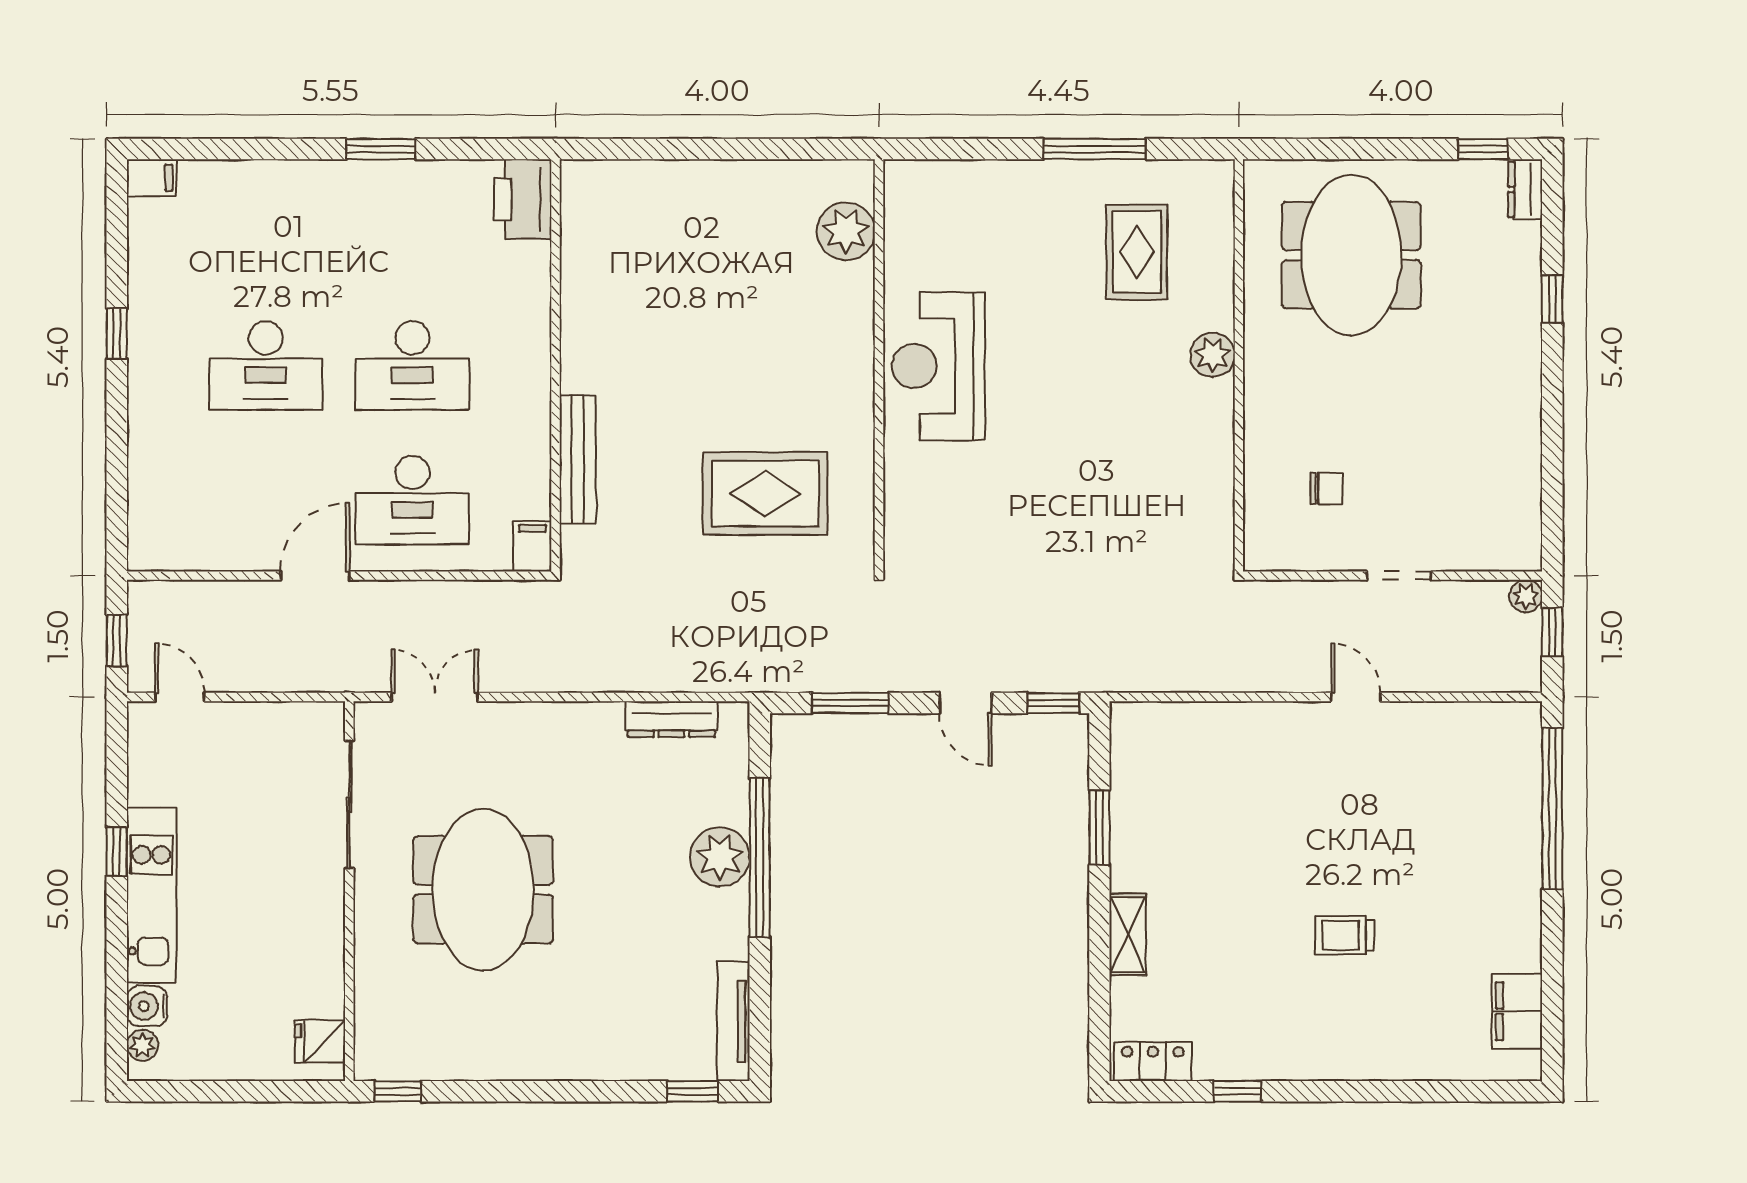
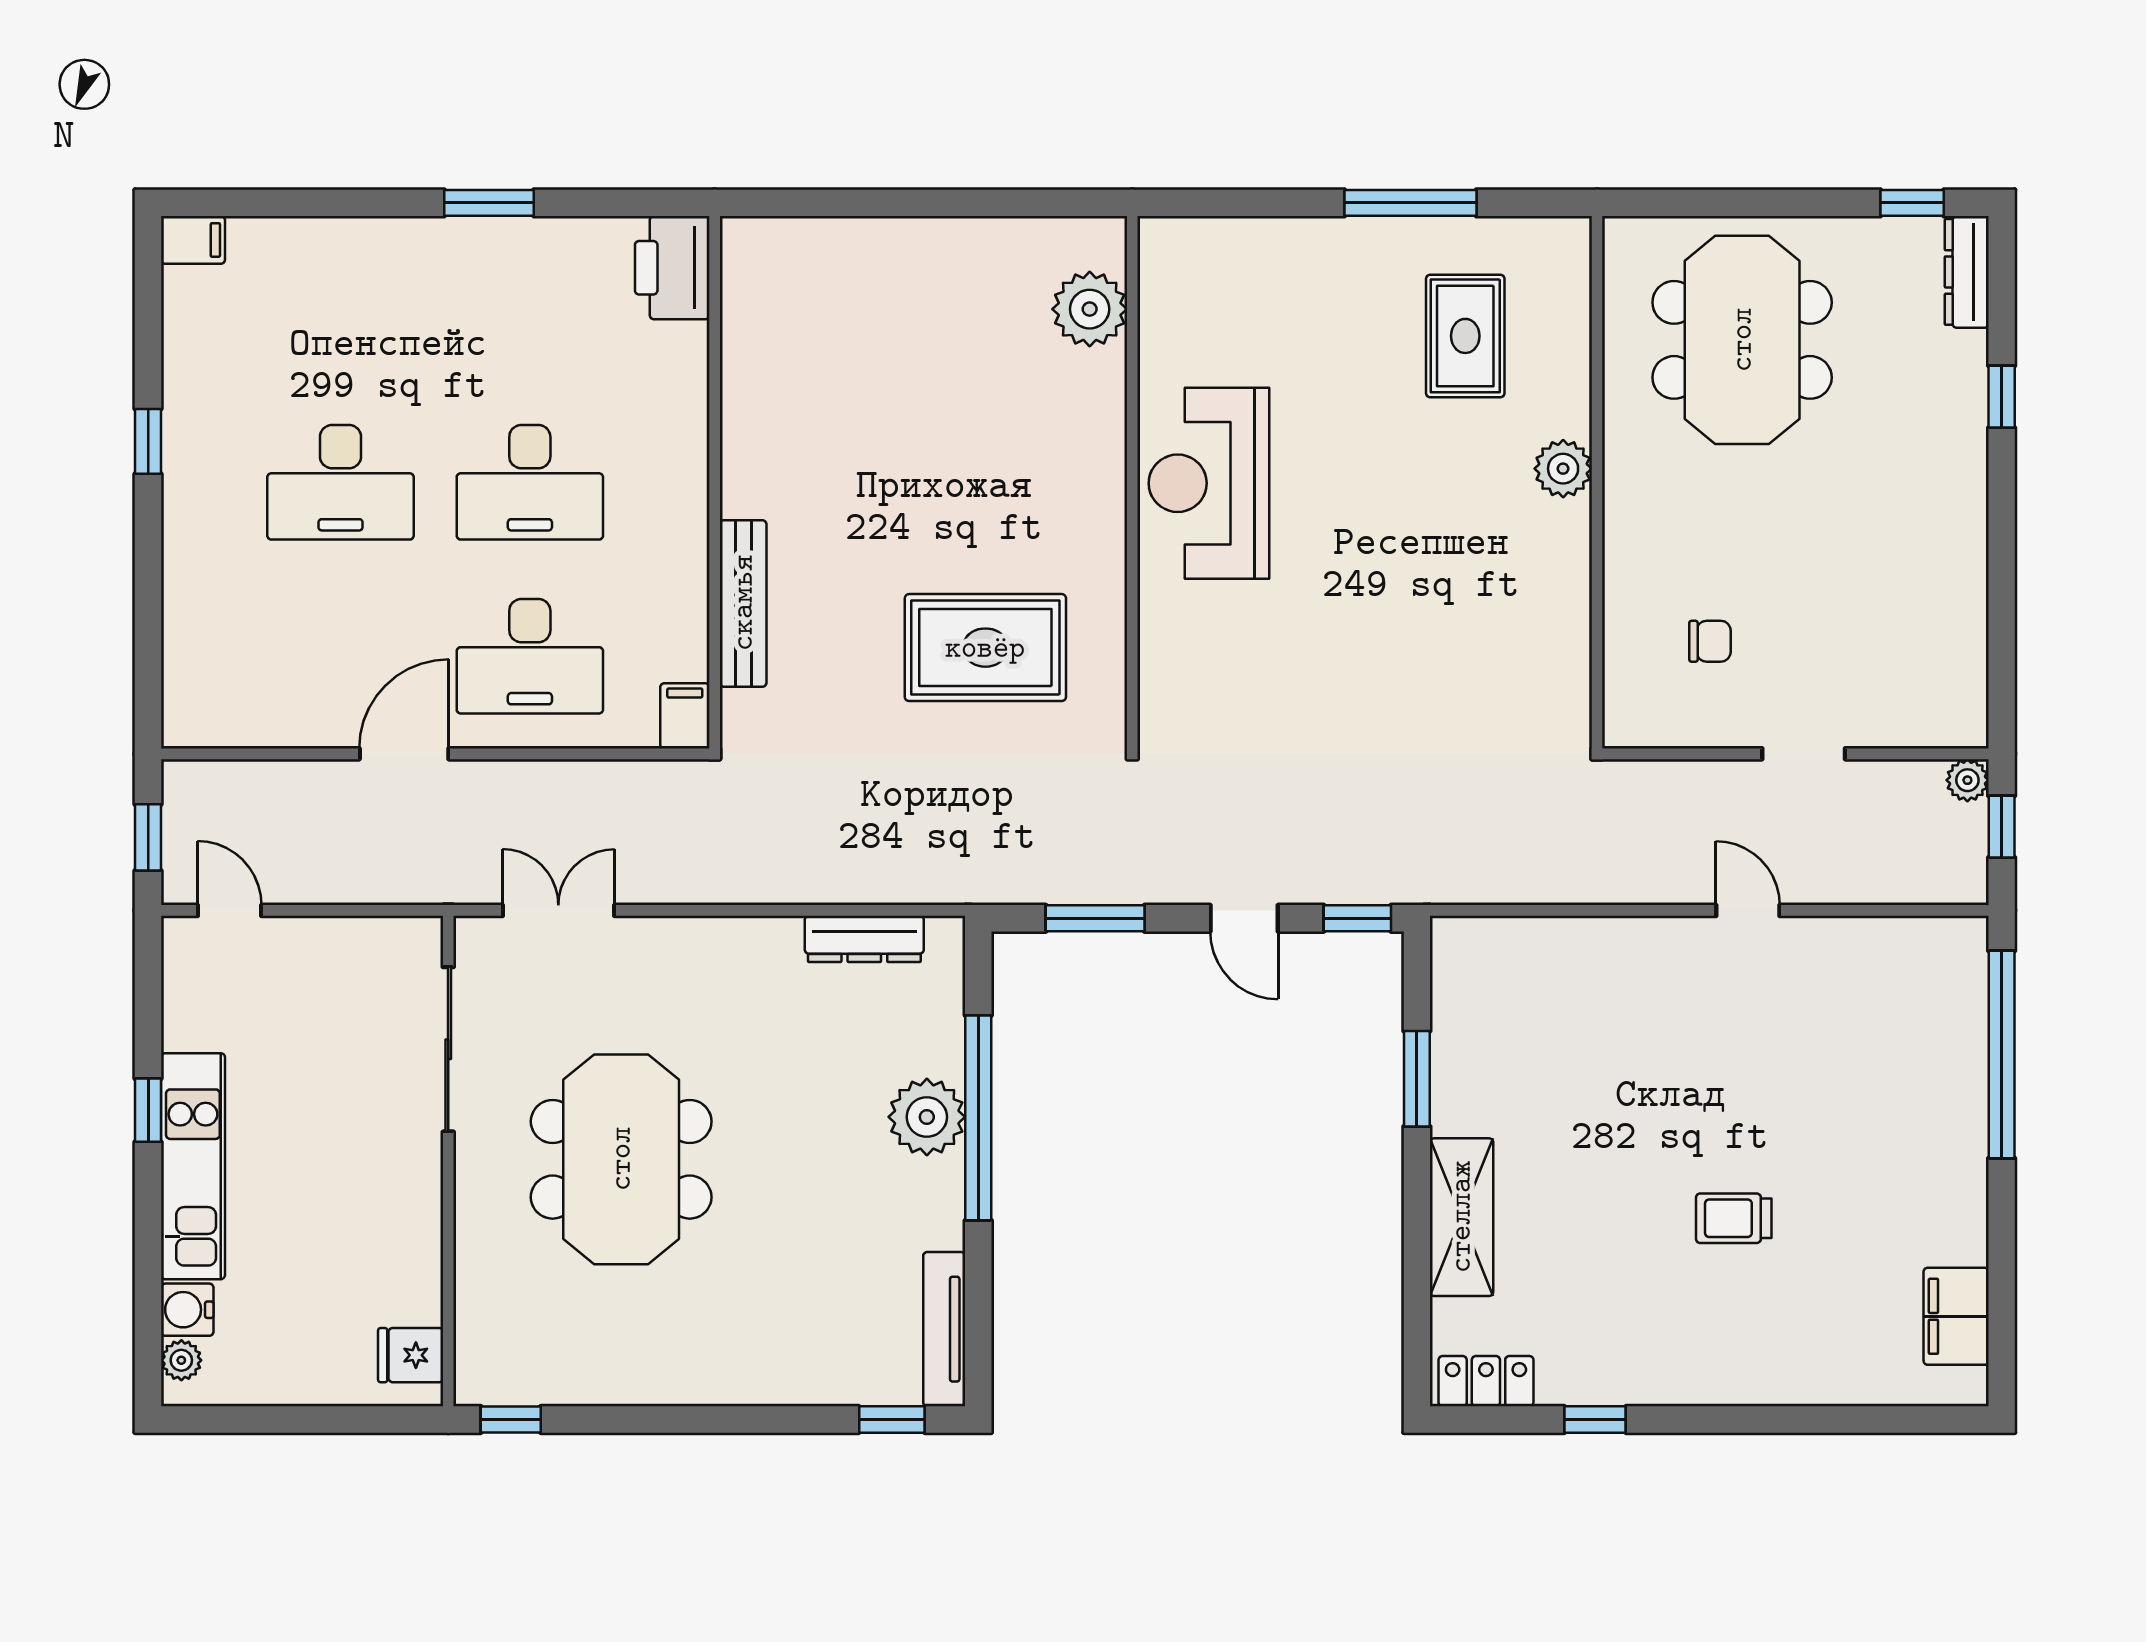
dresser: (1525, 189) -> (1967, 272), width x1.44
shelving: (1128, 935) -> (1461, 1217), width x1.50, depth x1.33

